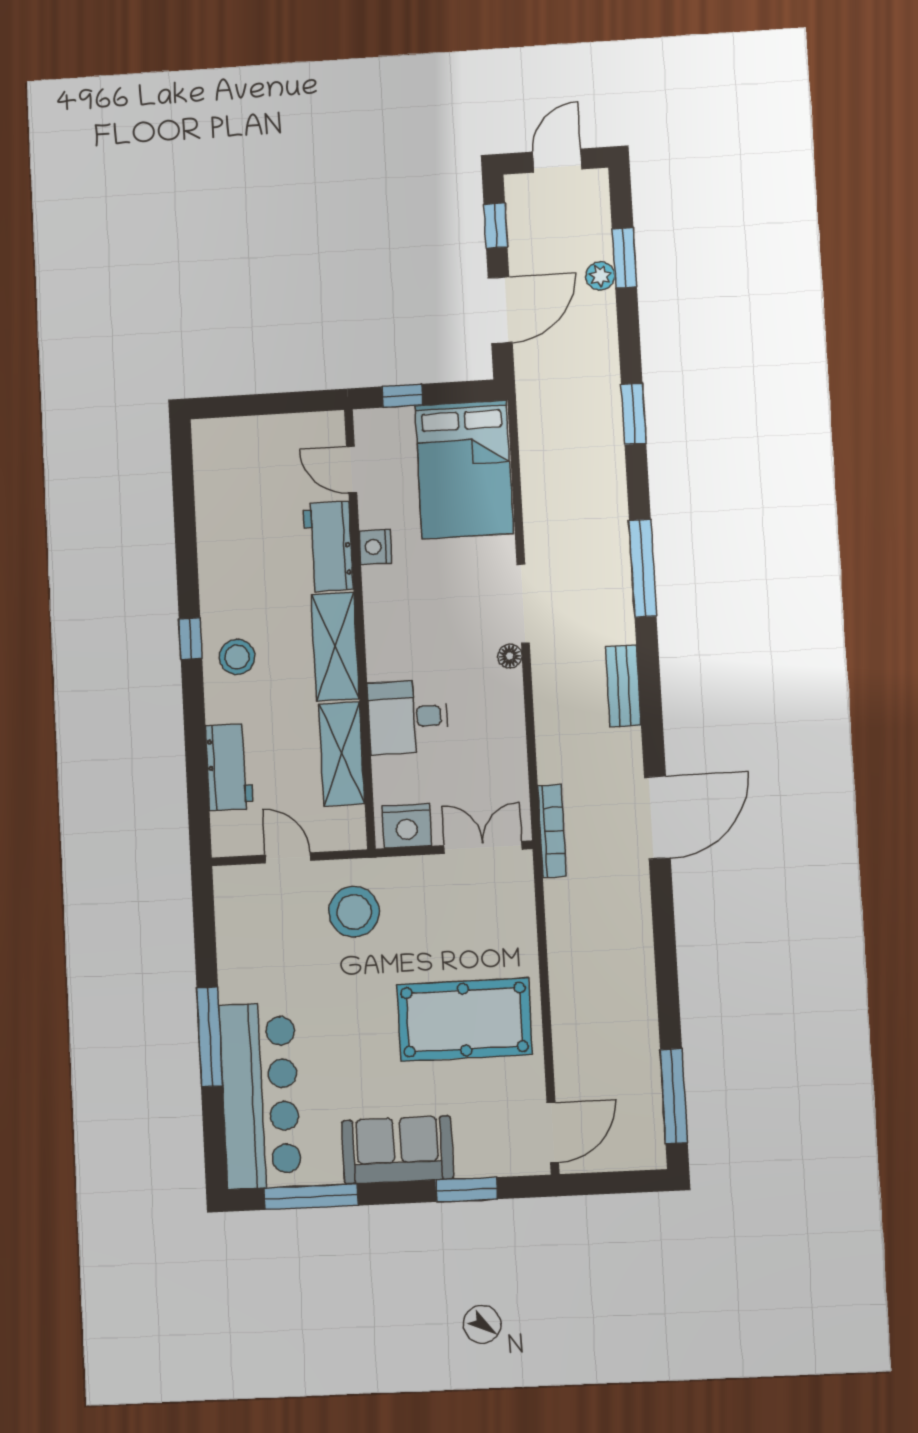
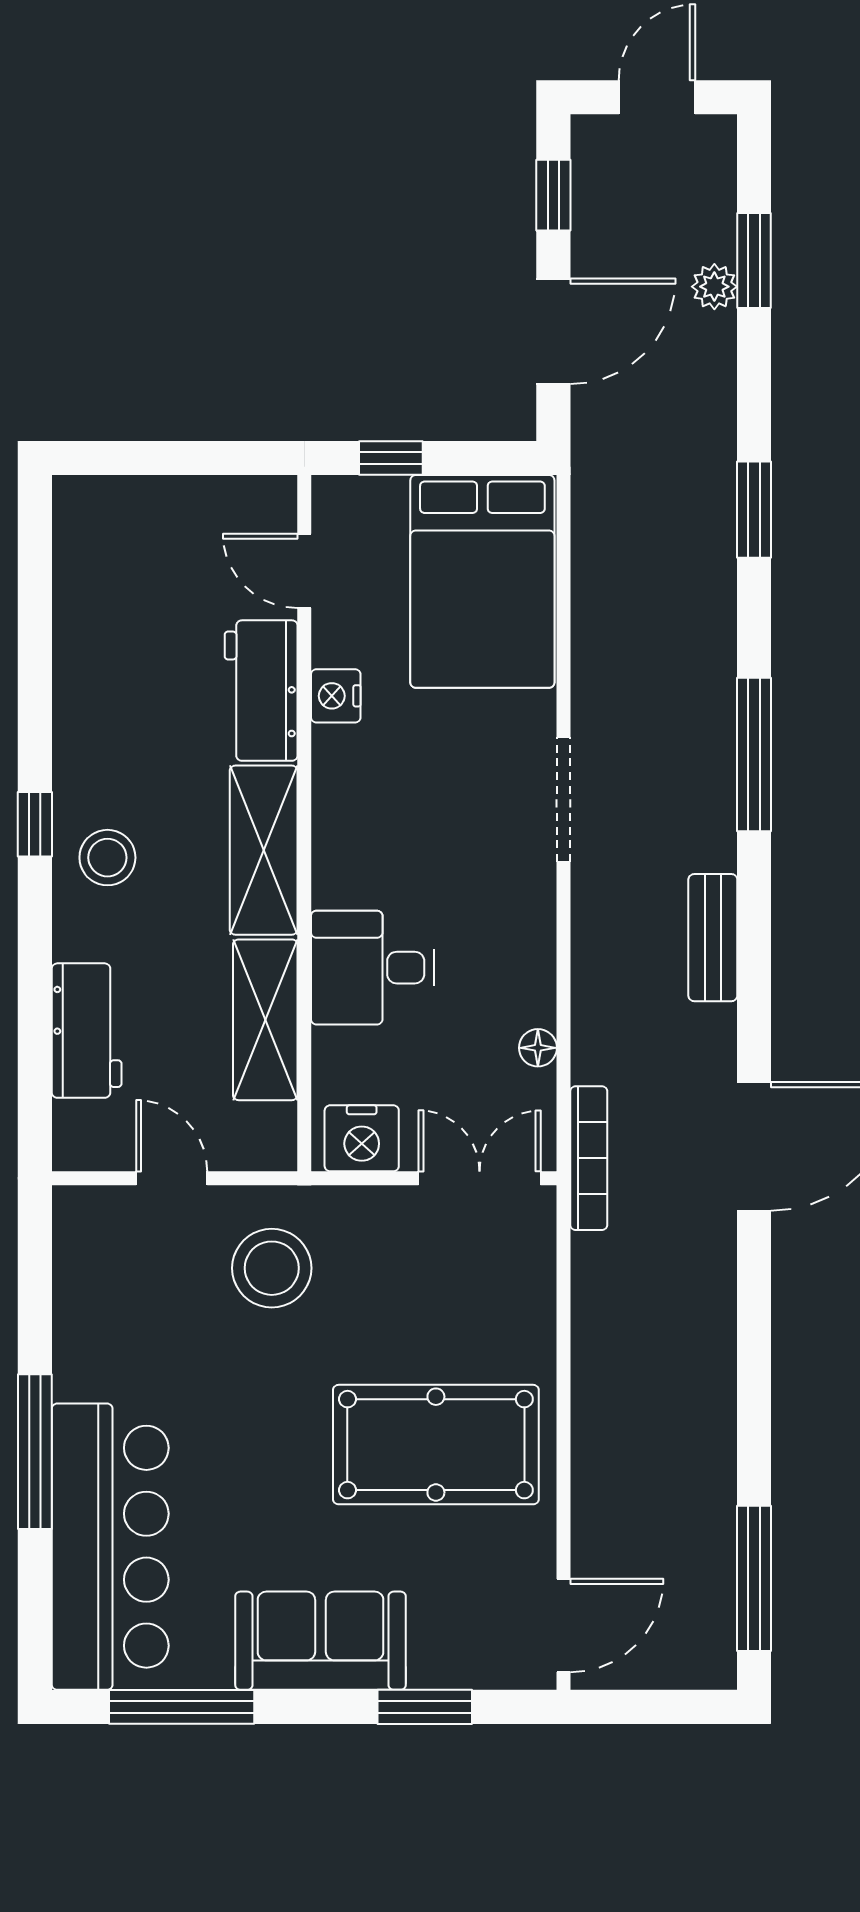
floor lamp: (510, 656) -> (538, 1048), moved

